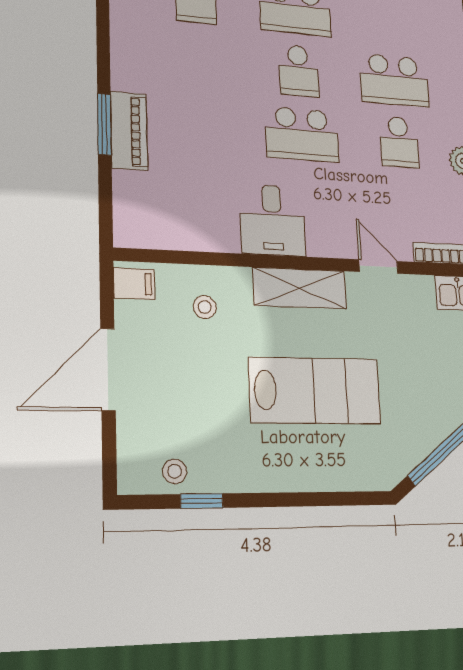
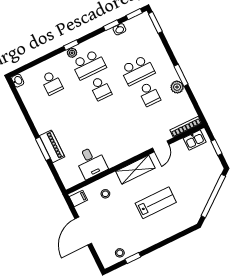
school desk: (302, 134) -> (112, 112), removed
desk: (272, 220) -> (91, 162), moved
door: (378, 267) -> (161, 146), swing flipped
lab bench: (315, 391) -> (156, 203), width x0.73, depth x0.72

